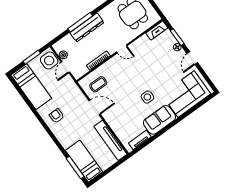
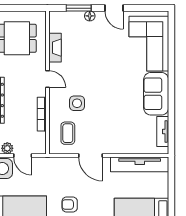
fireplace: (157, 30) -> (55, 48), moved
door: (122, 49) -> (47, 79), hinge flipped
side table: (147, 97) -> (77, 103), moved
door: (95, 107) -> (90, 156), swing flipped

